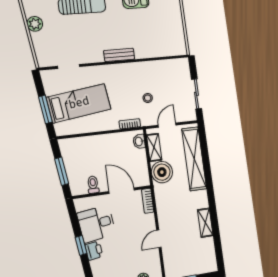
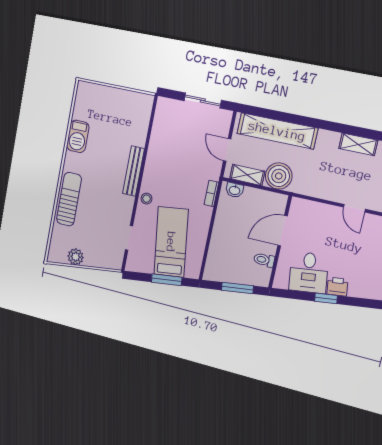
bench: (119, 55) -> (134, 171), width x1.36
stool: (148, 98) -> (146, 199), moved
bookcase: (148, 201) -> (305, 205), removed

